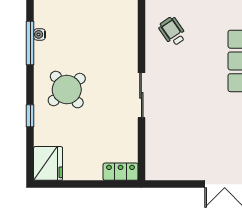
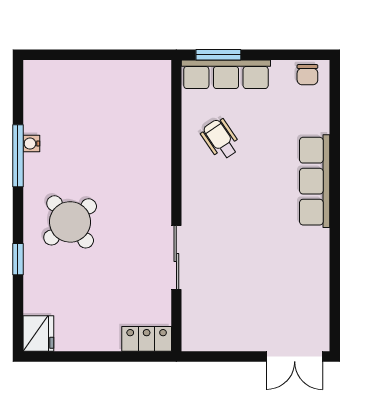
sliding door: (141, 95) -> (176, 257), moved
fridge: (48, 163) -> (38, 334), width x0.73, depth x0.75

